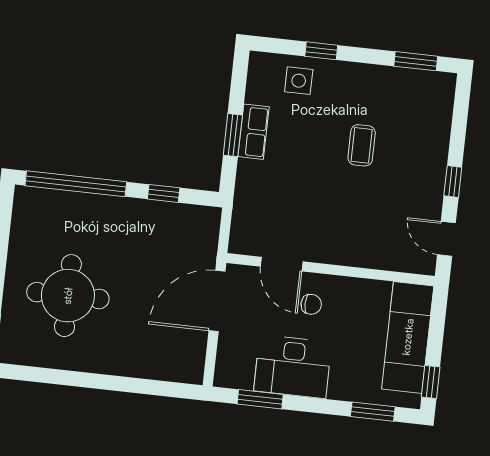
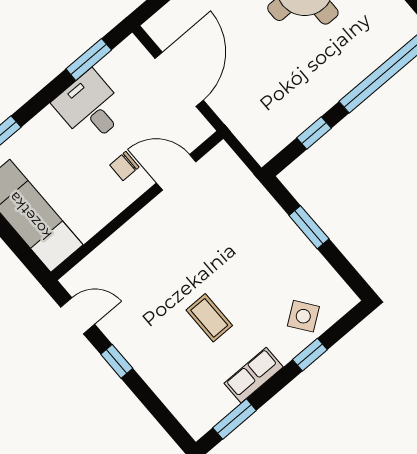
side table: (299, 81) -> (303, 316), turned -36
row of seats: (253, 132) -> (254, 375), moved, turned 90
door: (217, 301) -> (179, 79), moved
desk: (293, 367) -> (90, 107), width x0.73

